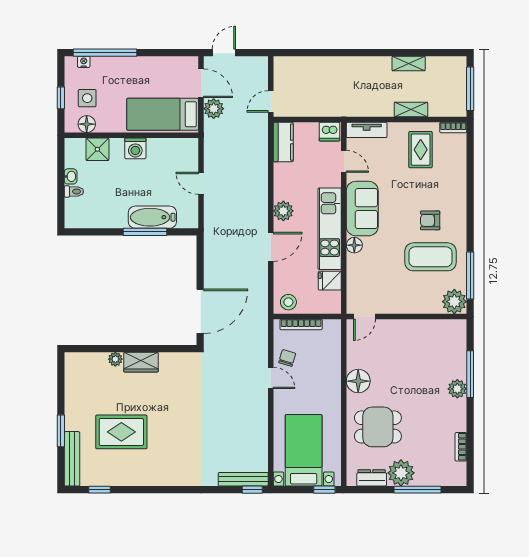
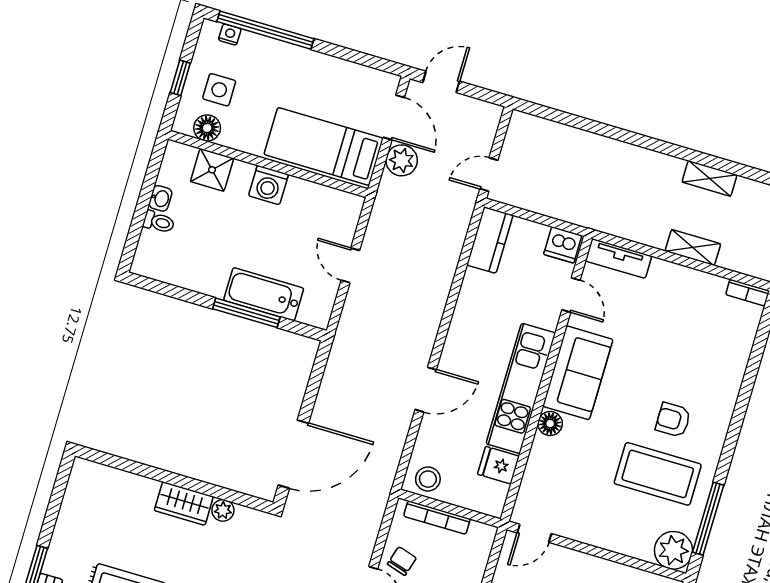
rug: (421, 150) -> (690, 311), removed
plant: (283, 211) -> (460, 342), removed
plant: (115, 359) -> (223, 510), moved

